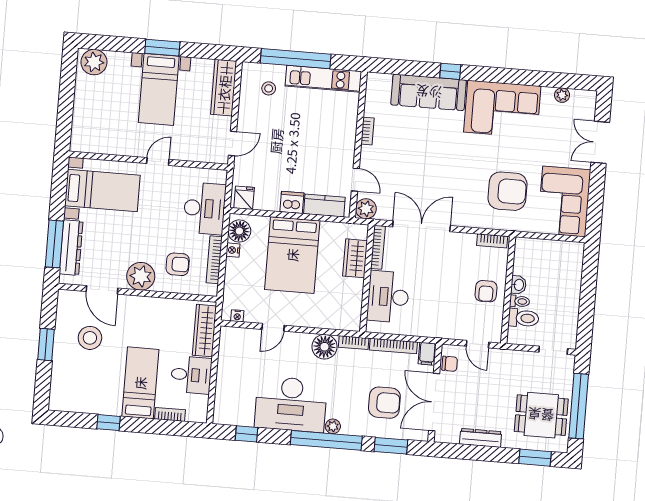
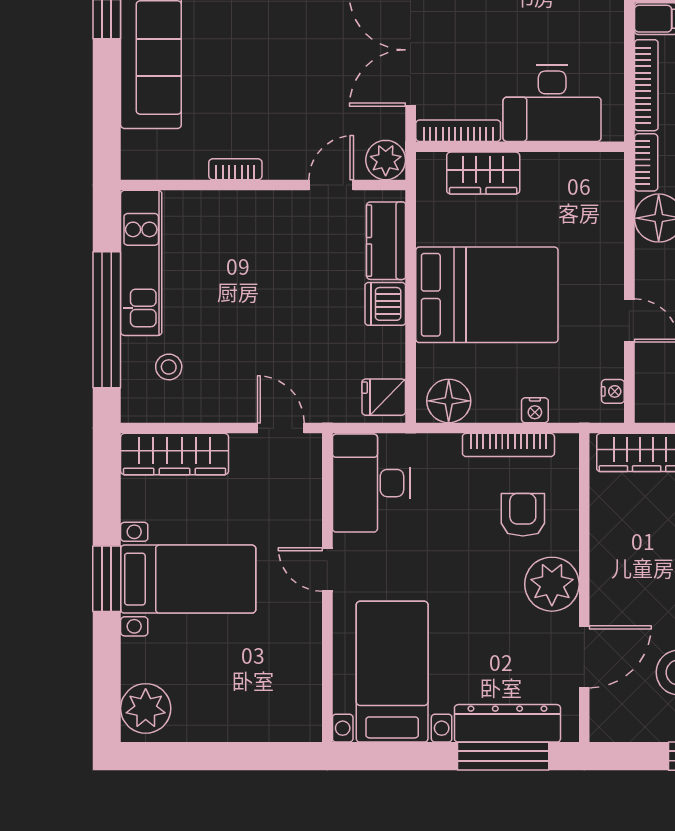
desk: (204, 208) -> (371, 483), moved, turned -90
nightstand: (233, 250) -> (535, 410), moved

